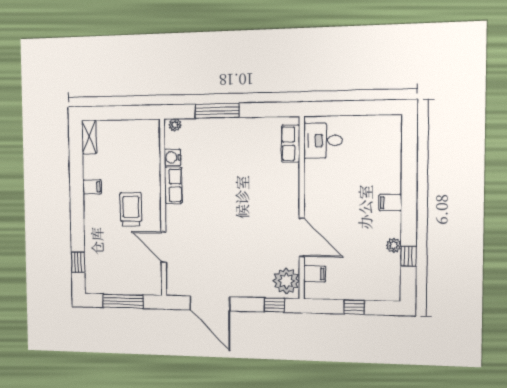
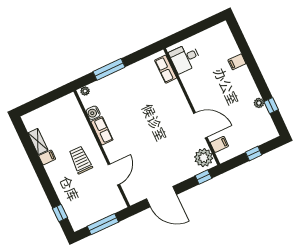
shelving: (89, 137) -> (38, 141), moved
filing cabinet: (390, 203) -> (237, 62), moved
door: (164, 247) -> (114, 174), swing flipped

